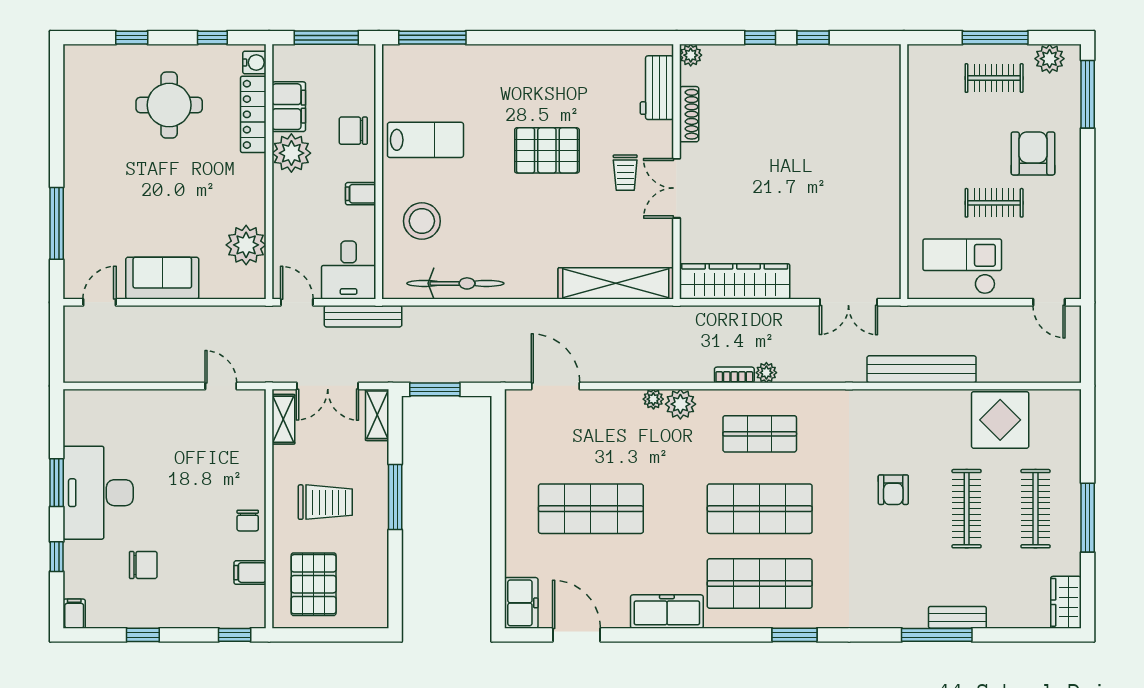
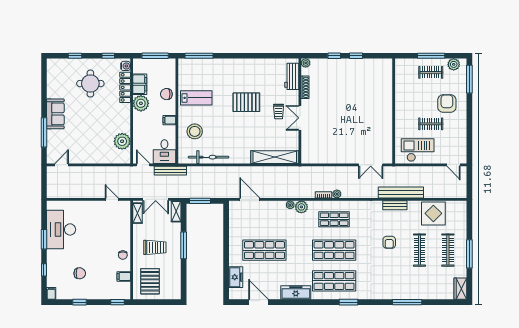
sofa: (162, 278) -> (55, 114), moved, turned 90
wardrobe: (735, 281) -> (324, 156), removed
desk: (98, 493) -> (61, 229), moved
freezer: (521, 603) -> (236, 277), moved
bench: (957, 617) -> (395, 205), moved

